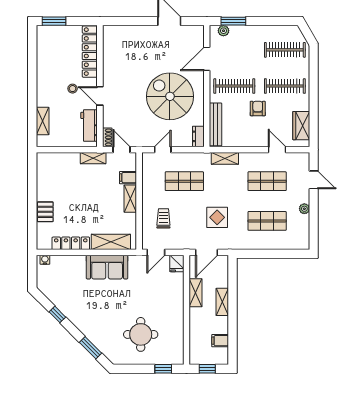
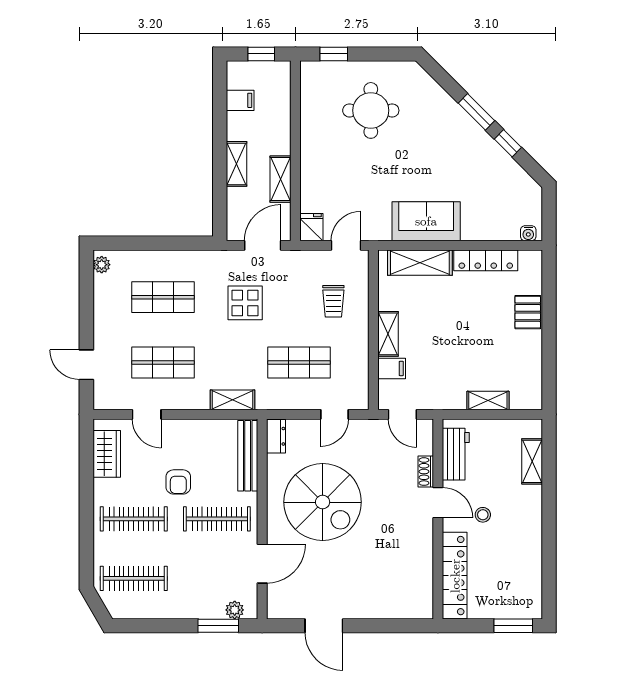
shoe rack: (107, 137) -> (426, 472), moved
shelving: (93, 158) -> (488, 401), moved
plant: (304, 209) -> (102, 265), moved
window: (91, 348) -> (476, 112), moved

